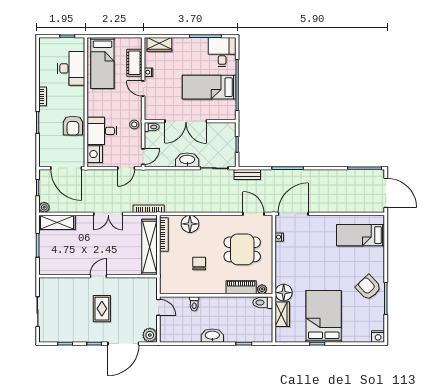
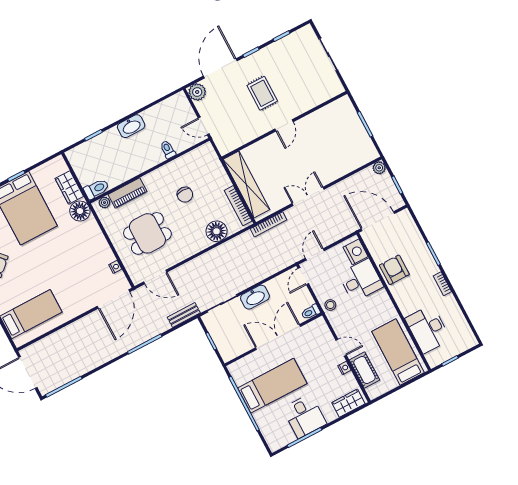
desk: (222, 52) -> (304, 416), moved
shelving: (57, 222) -> (357, 159), removed

